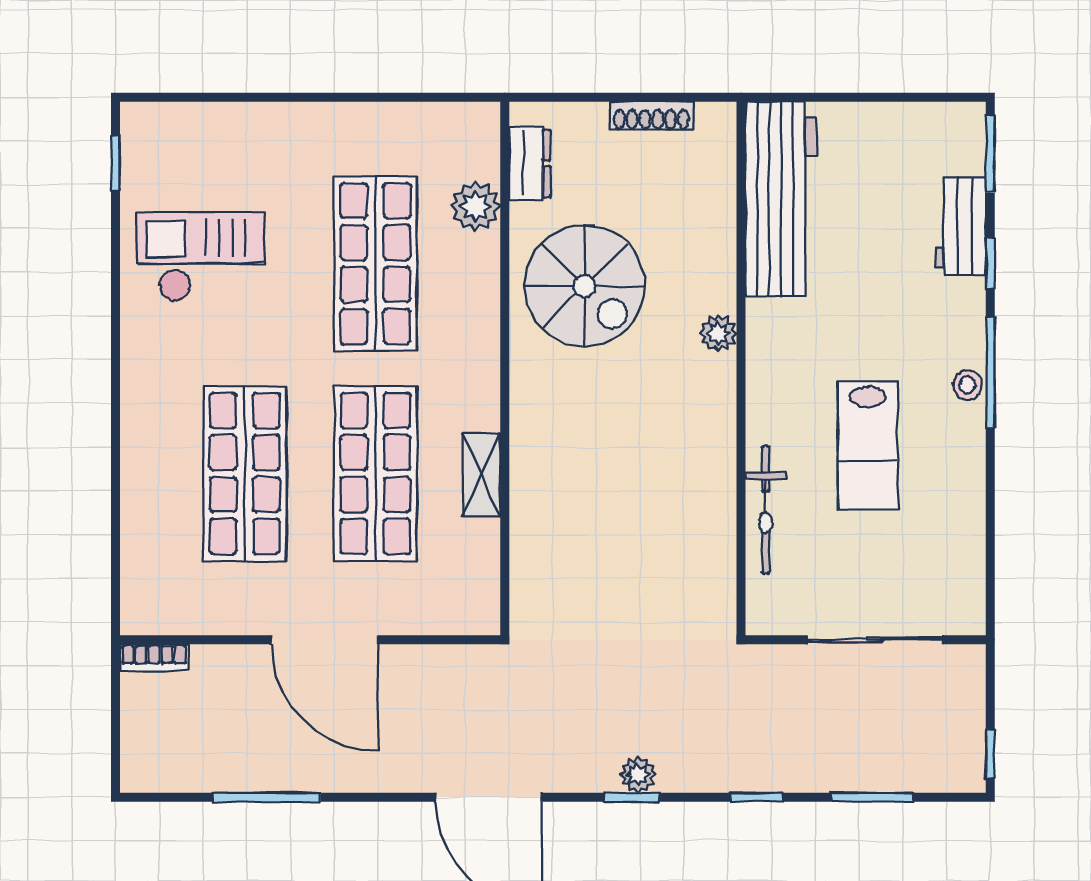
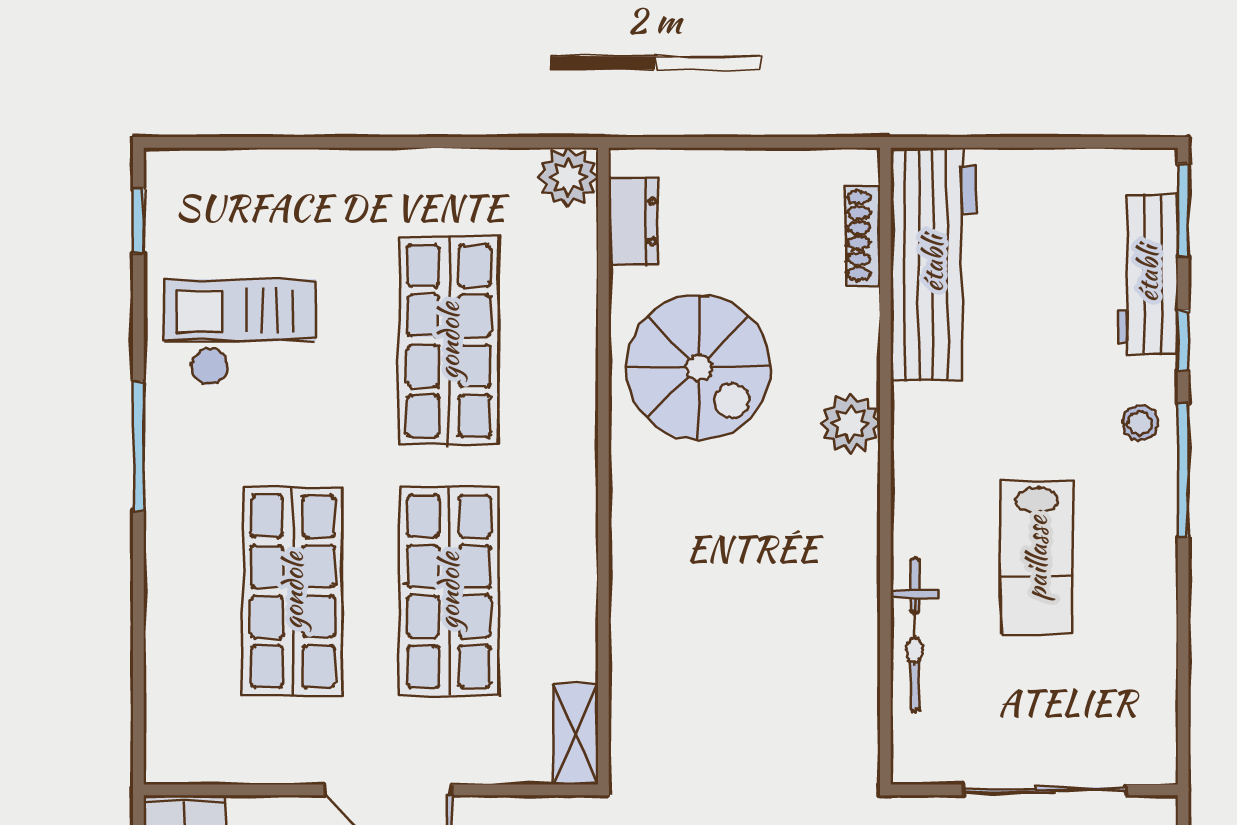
shoe rack: (651, 116) -> (863, 236), moved, turned 90
plant: (475, 206) -> (568, 177), moved
workbench: (961, 226) -> (1148, 274), width x1.37
plant: (718, 333) -> (850, 424), width x1.38, depth x1.38
window: (115, 352) -> (138, 446), added
stool: (967, 385) -> (1140, 423), moved
shelving: (481, 475) -> (575, 734), moved

